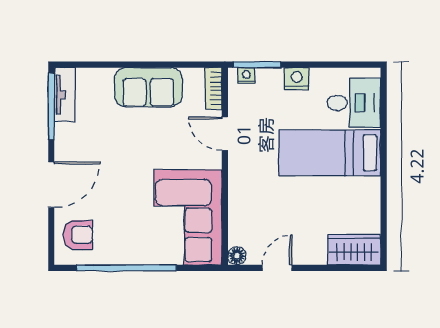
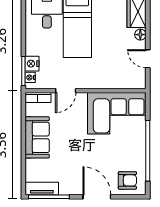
nightstand: (297, 79) -> (32, 64), moved
armchair: (78, 235) -> (127, 180), turned 90
floor lamp: (237, 256) -> (140, 35), moved

